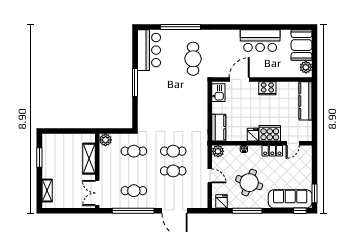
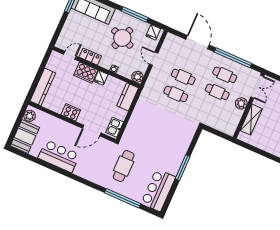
plant: (106, 140) -> (241, 103), moved
cafe table: (134, 151) -> (217, 92), moved

